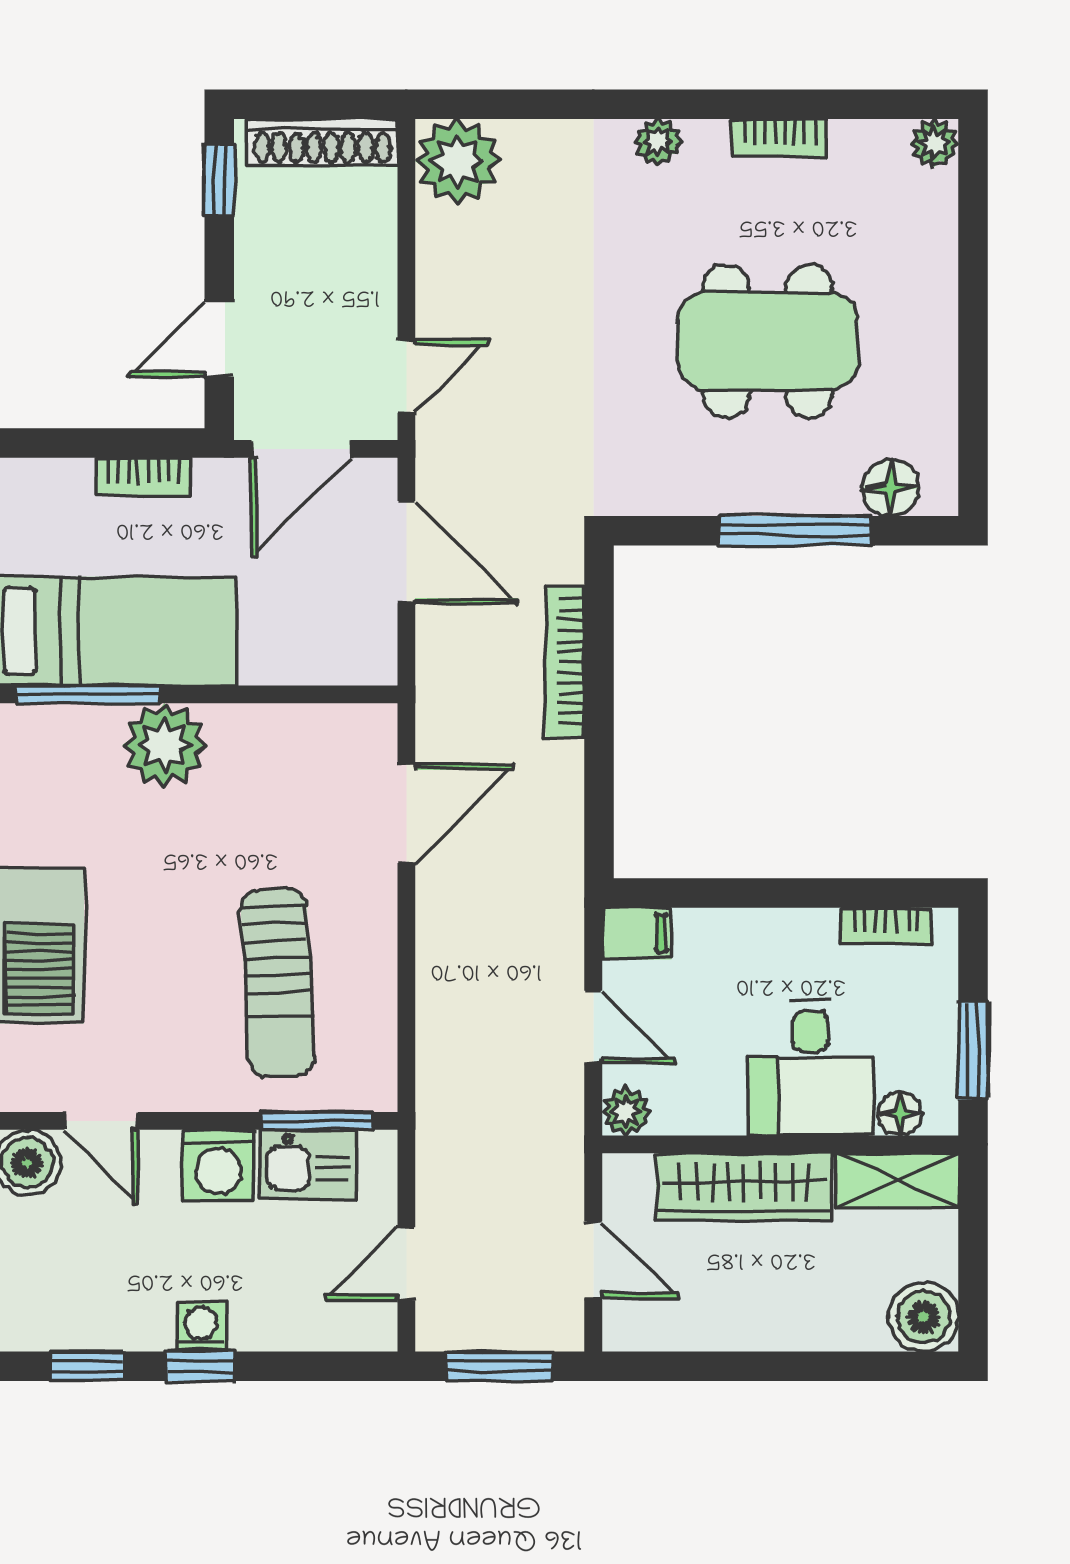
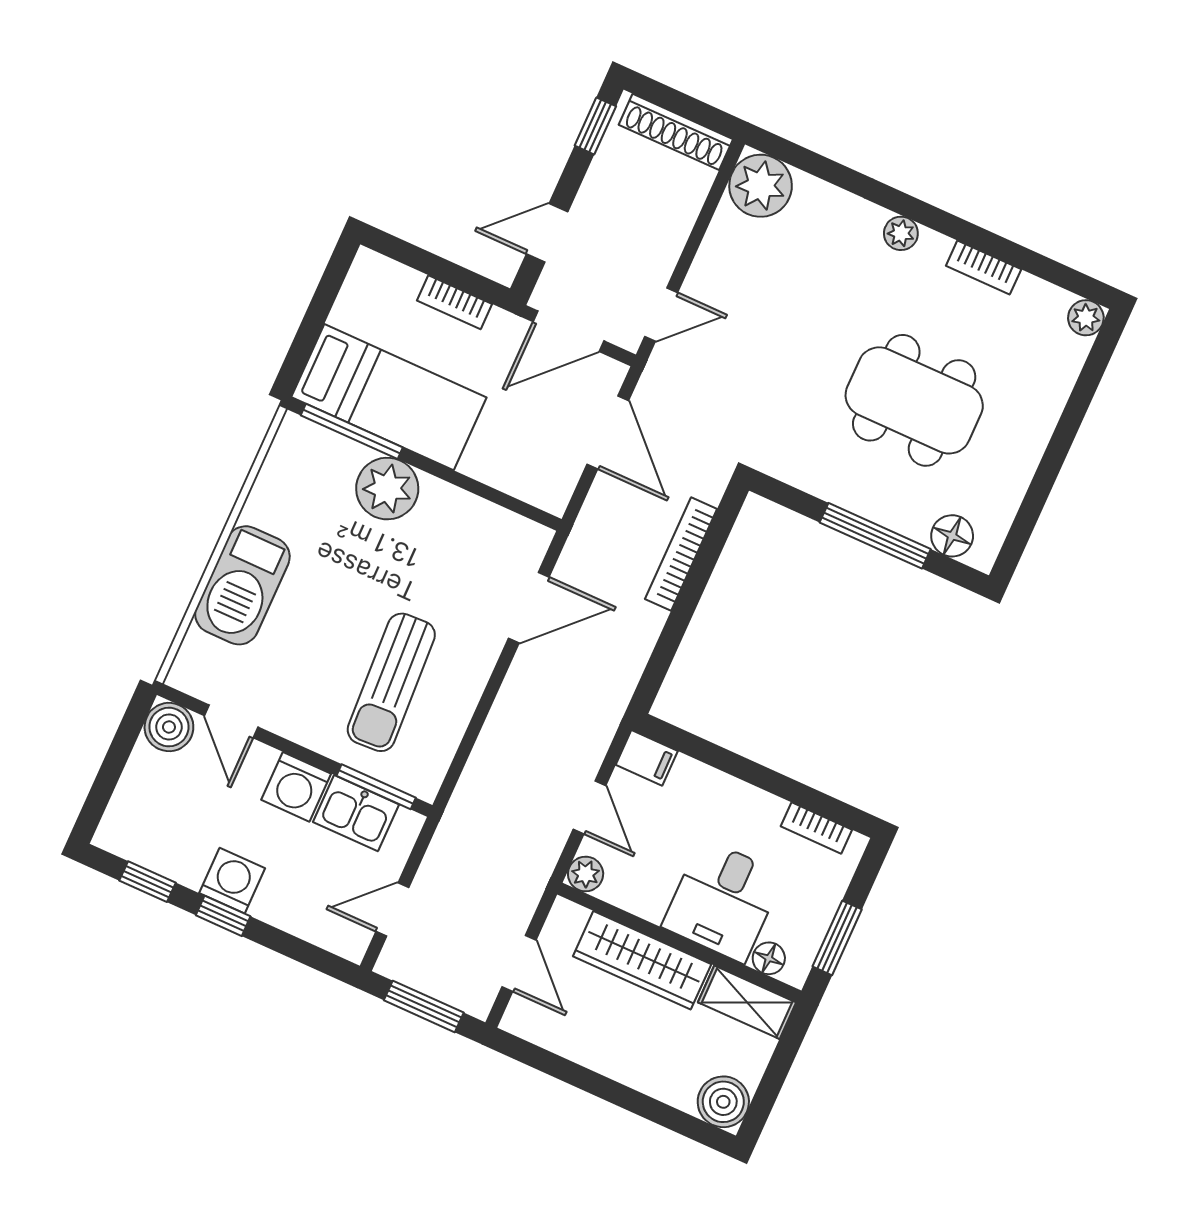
washing machine: (201, 1327) -> (232, 881), width x1.38, depth x1.38

